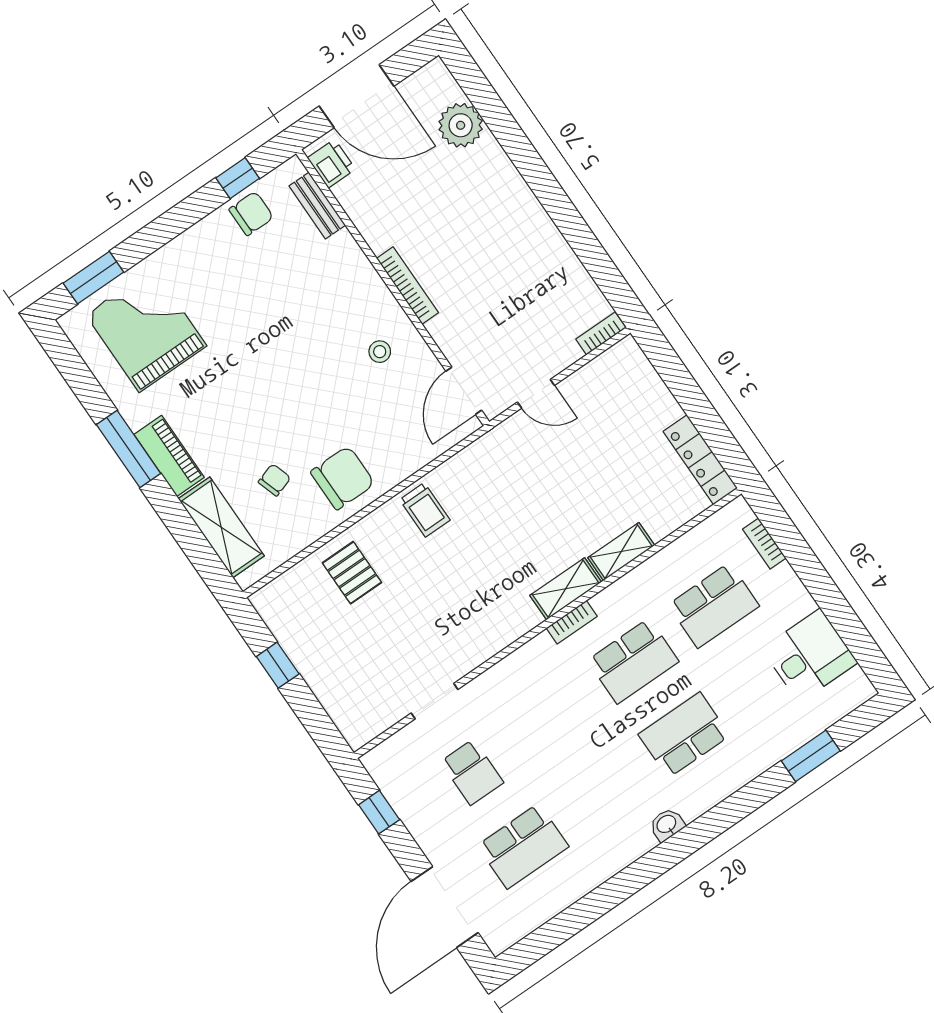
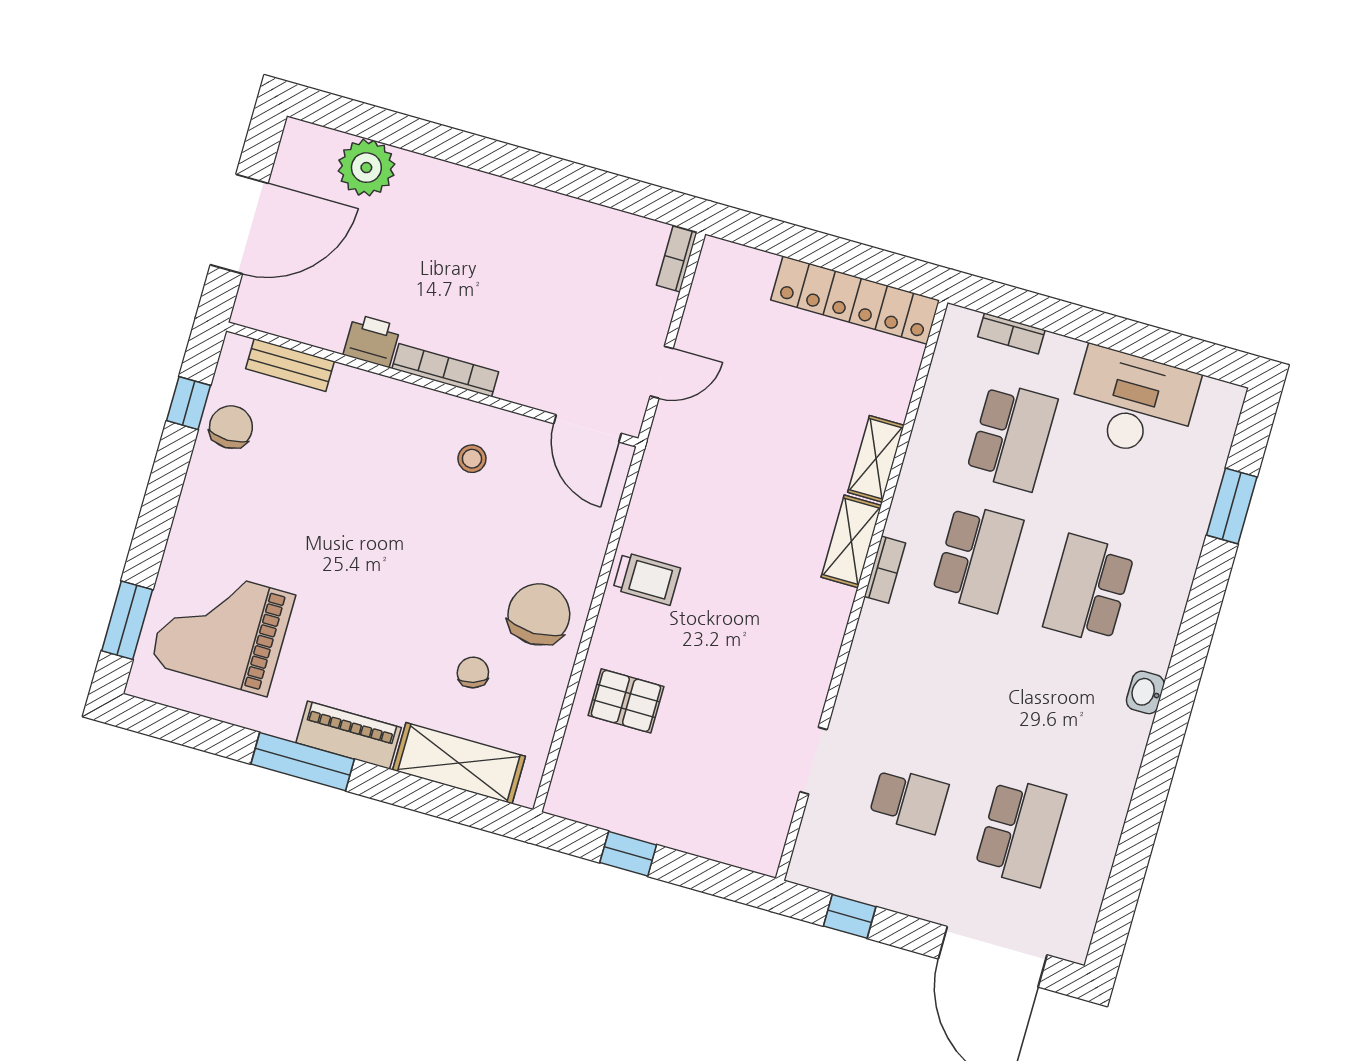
printer: (331, 164) -> (372, 341), moved
locker: (700, 460) -> (855, 300), width x1.41, depth x1.21
desk: (810, 656) -> (1133, 403), width x1.37

